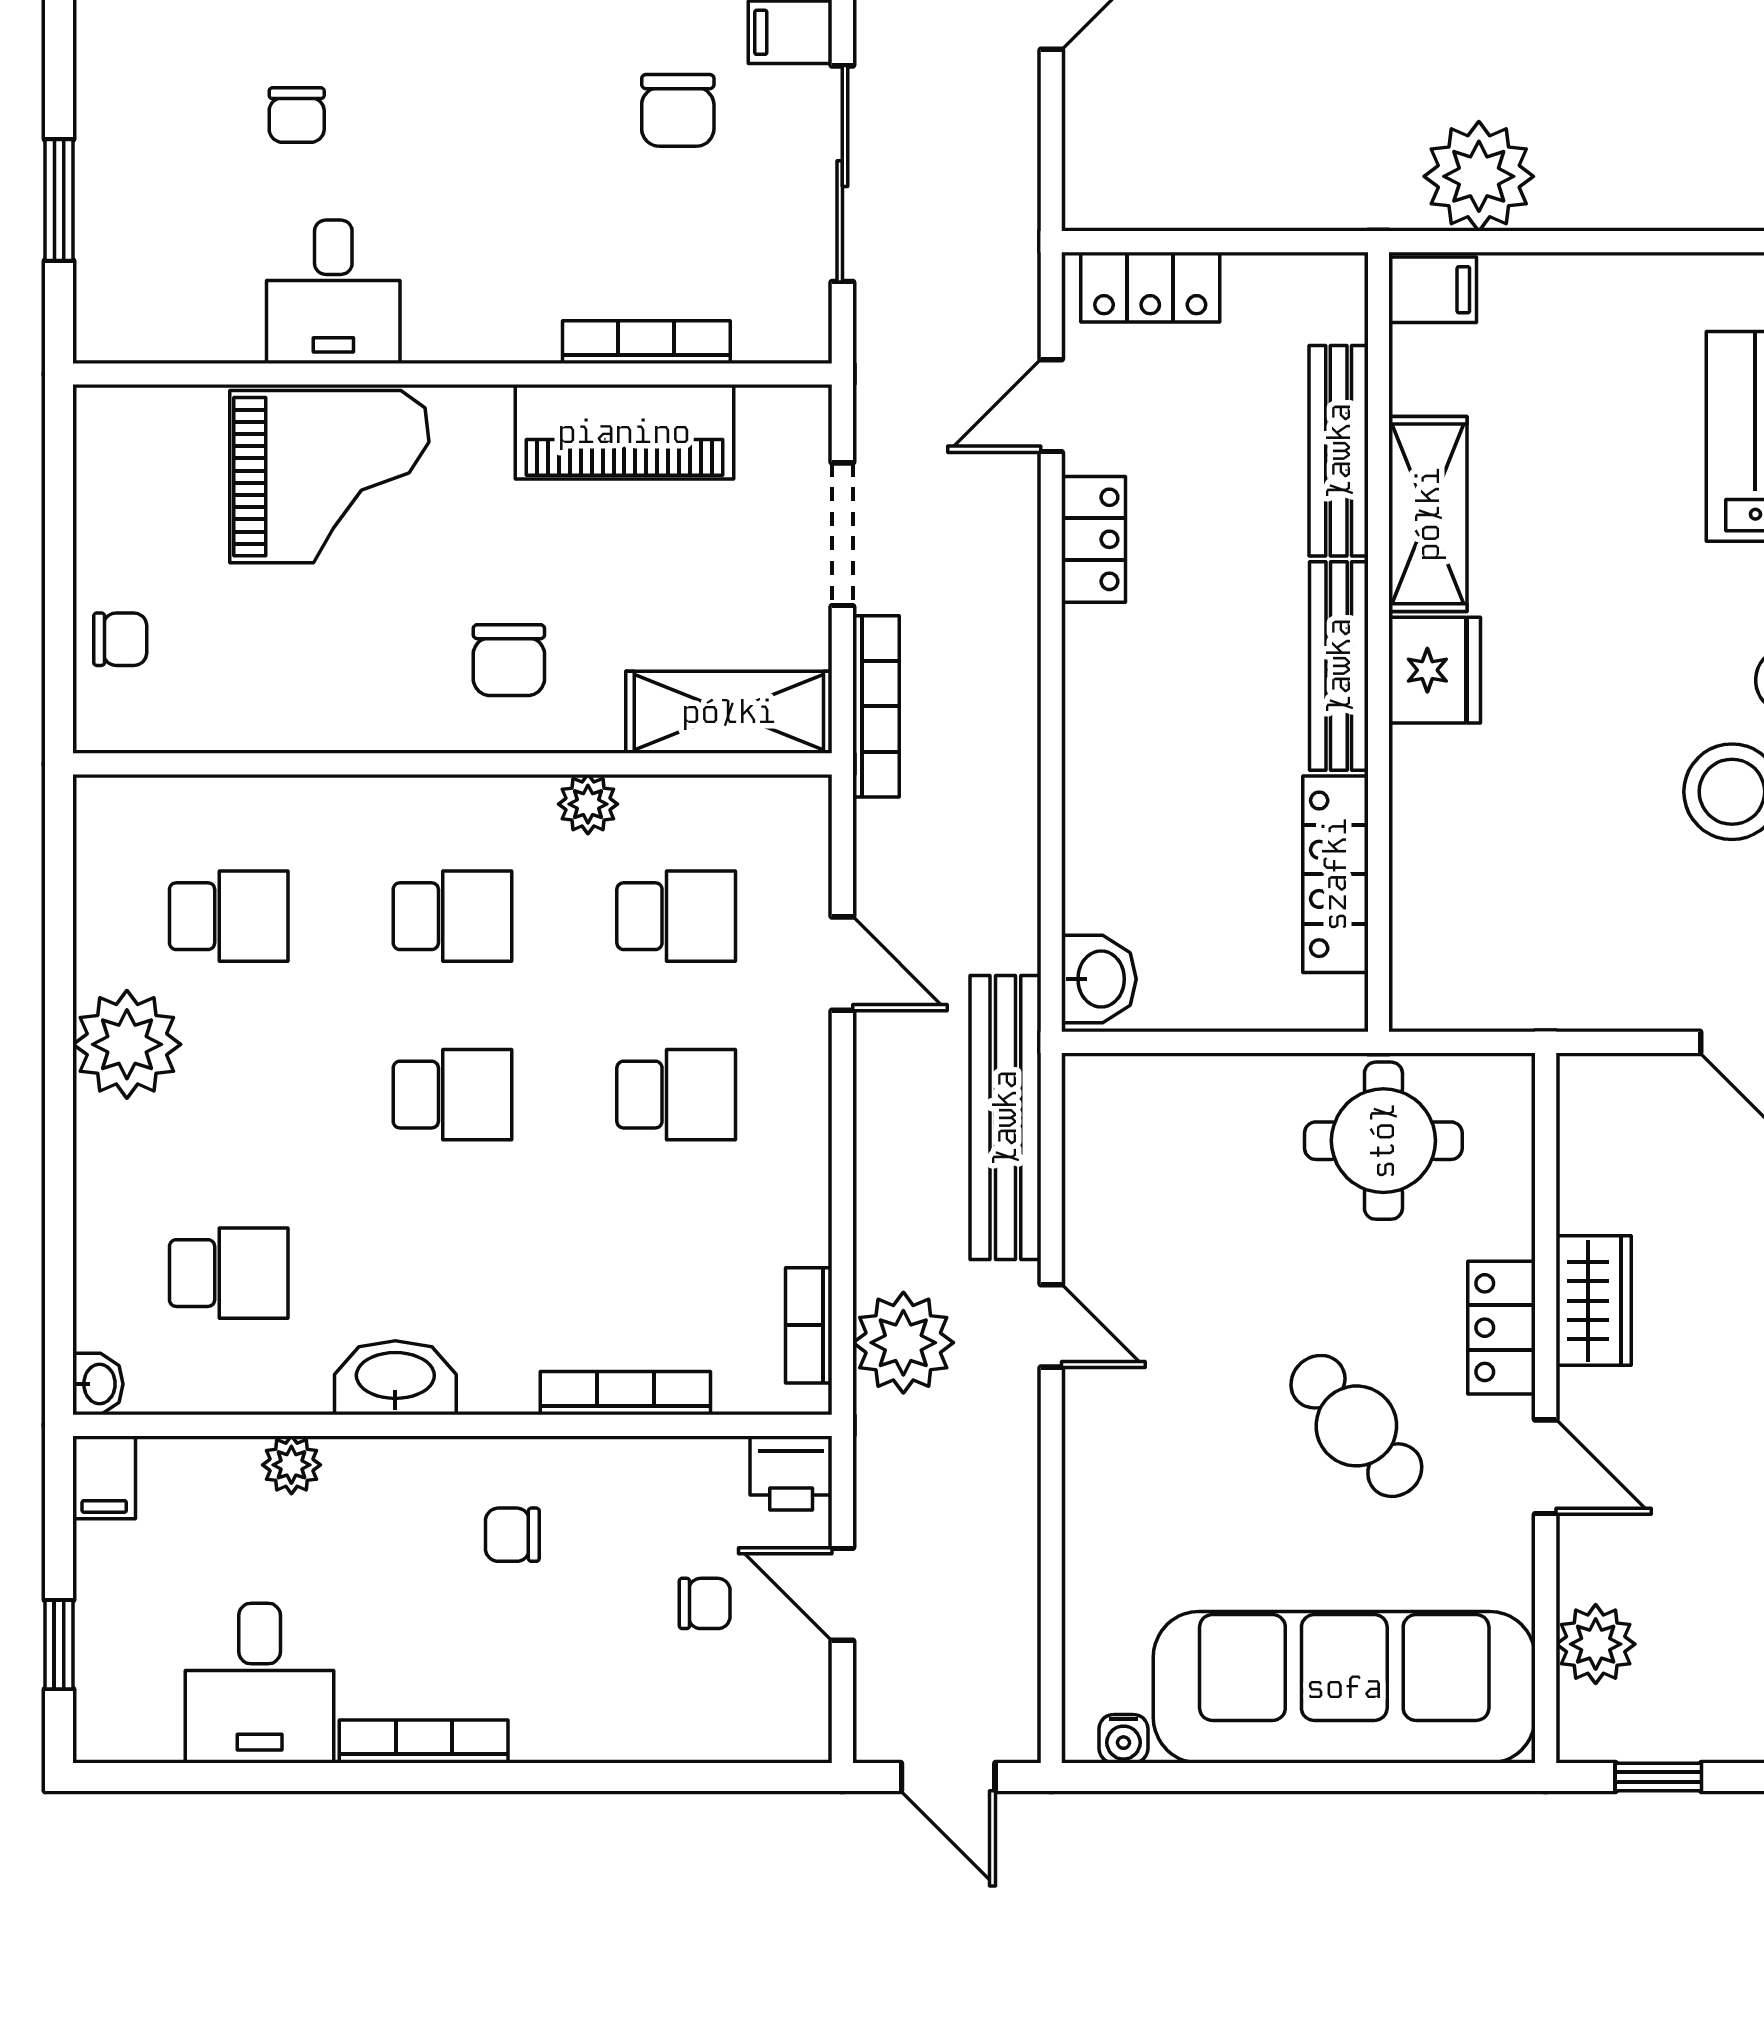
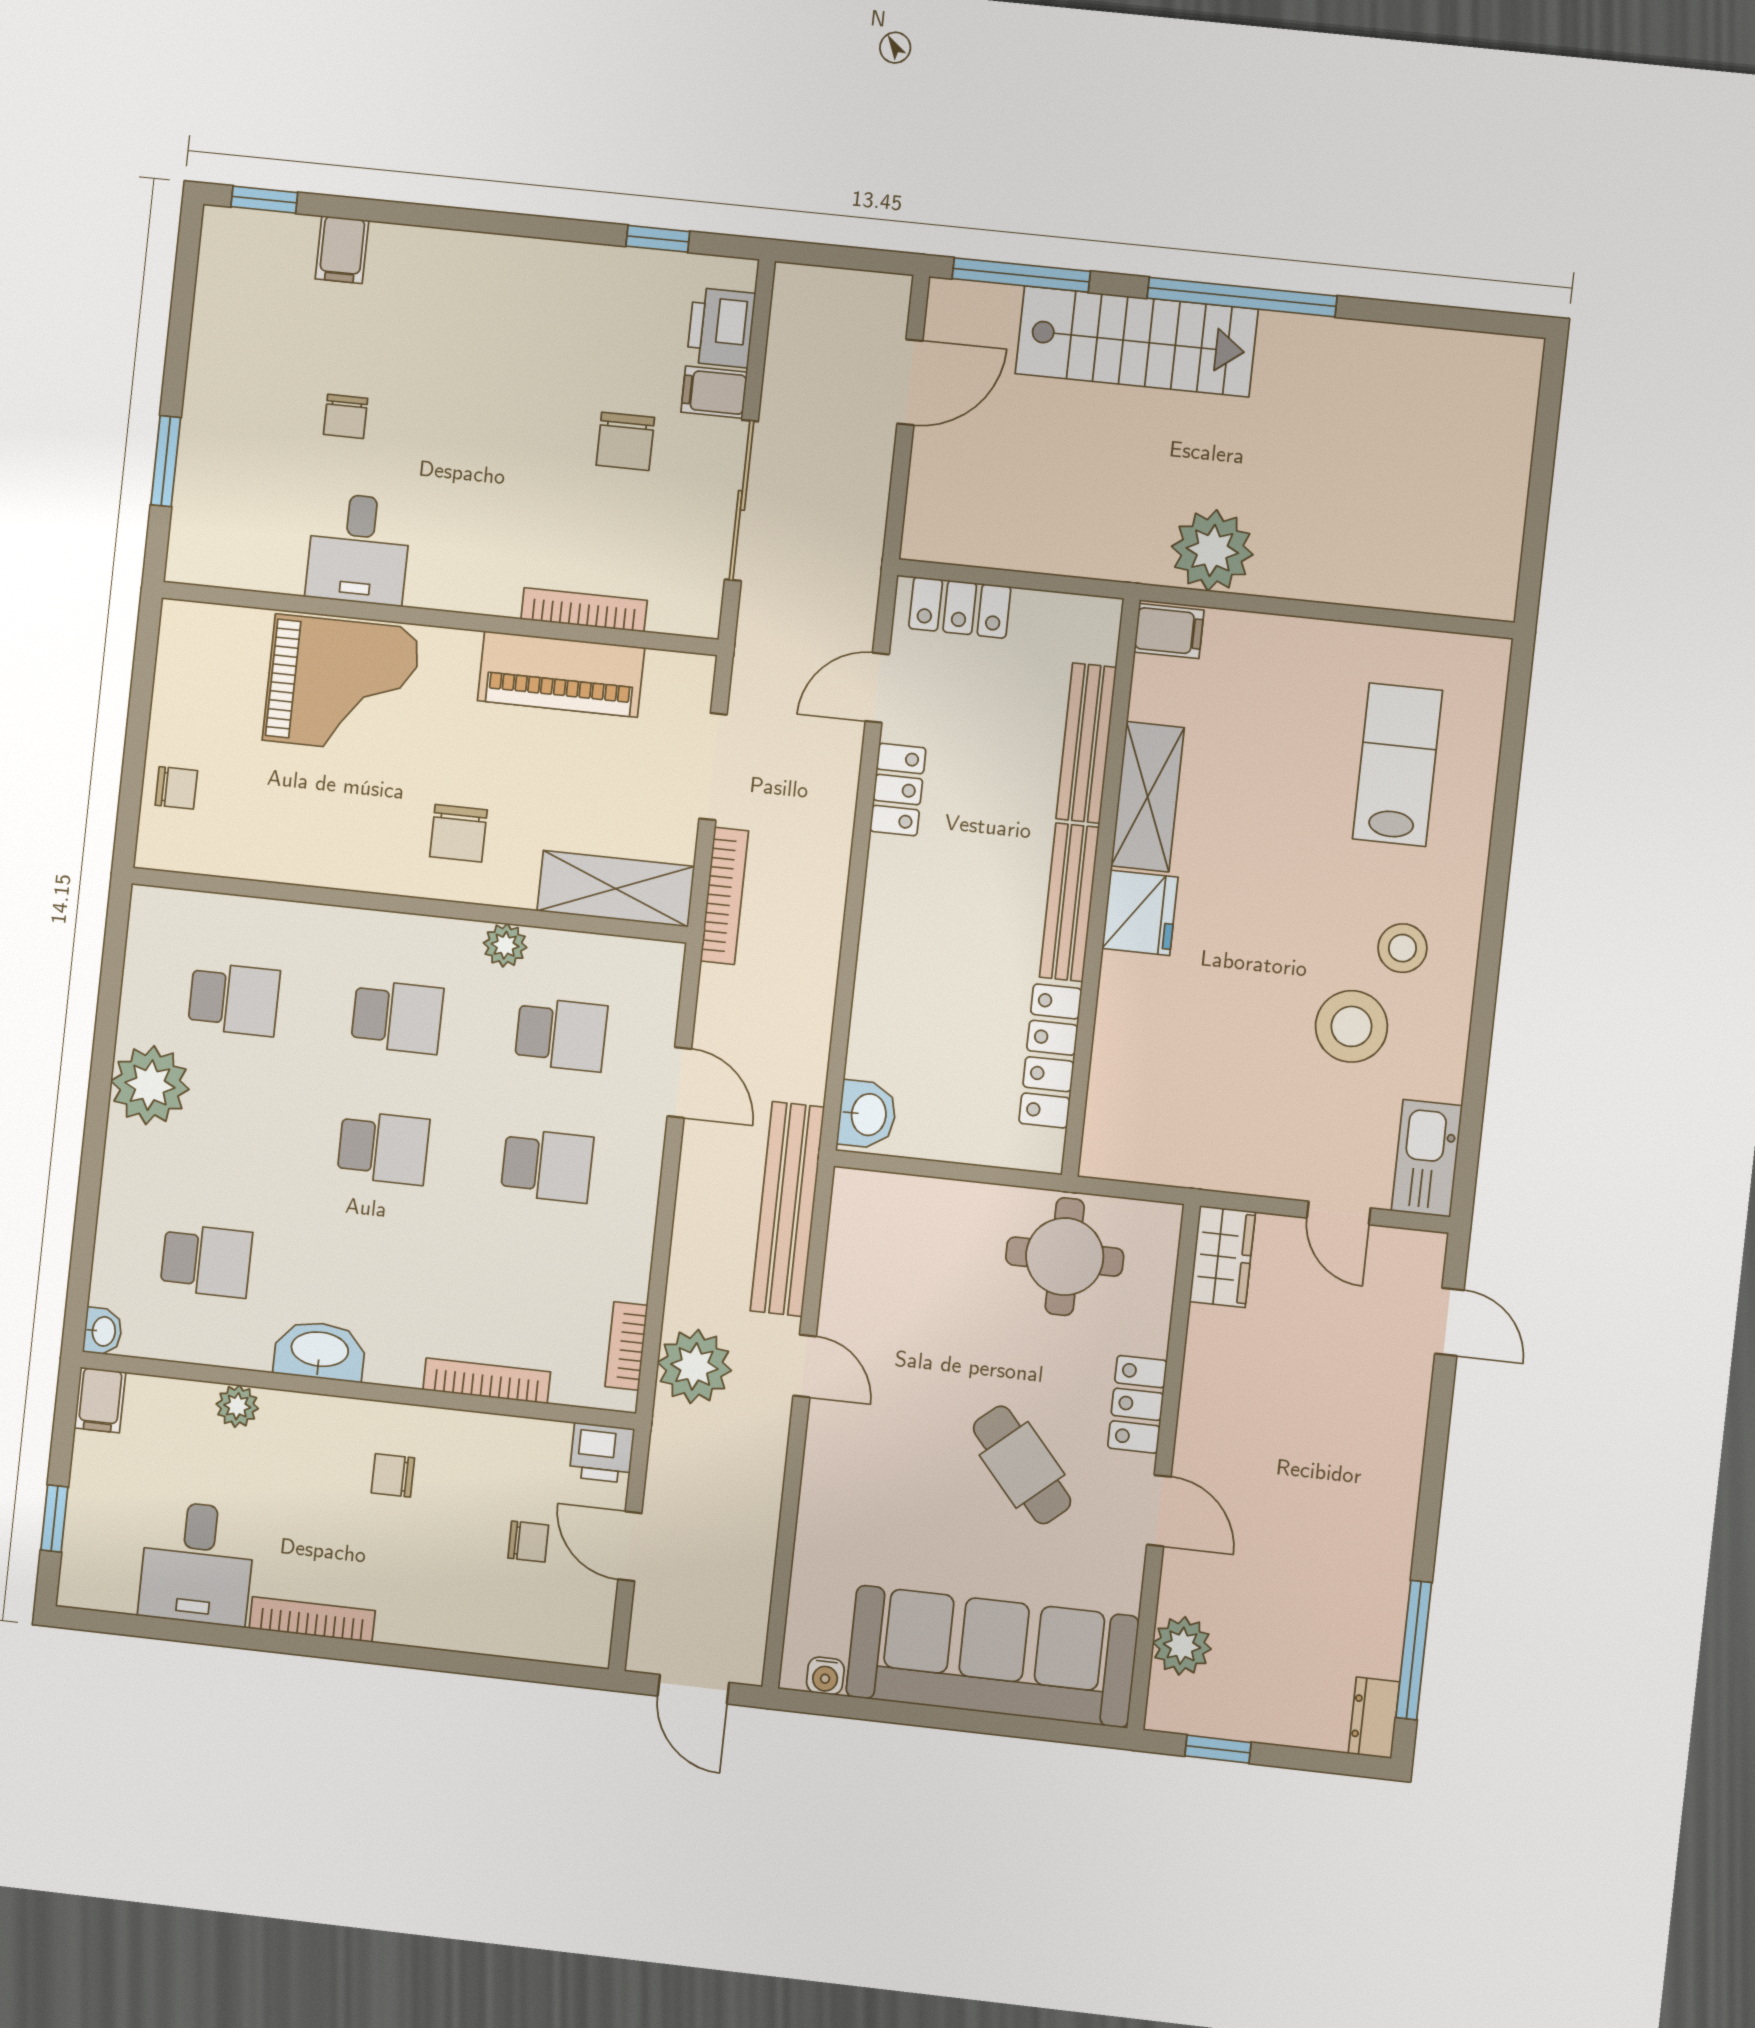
wardrobe: (1594, 1301) -> (1222, 1257), moved

